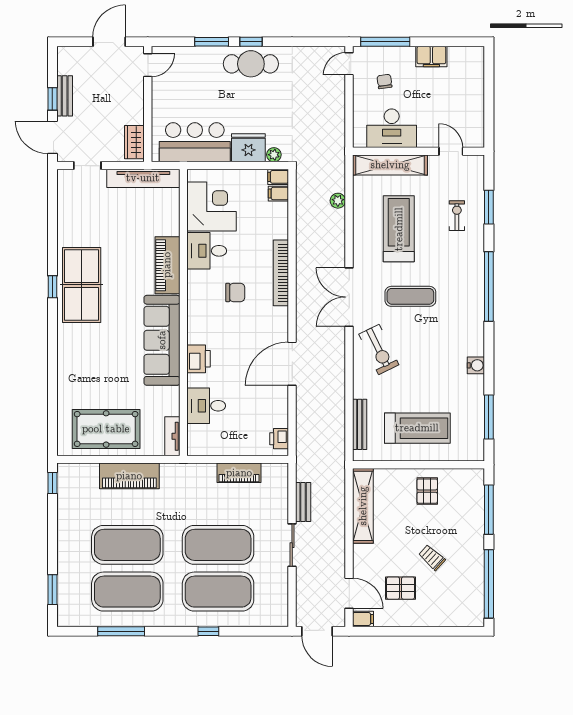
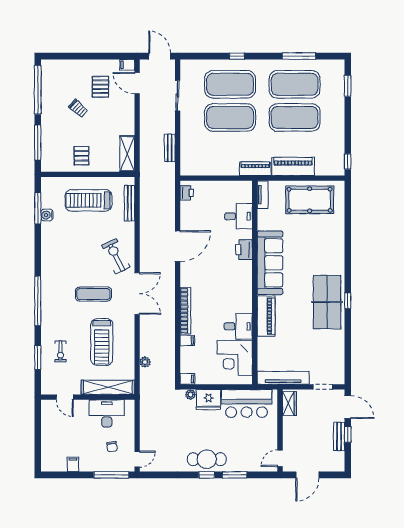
filing cabinet: (431, 57) -> (73, 464), width x0.50
filing cabinet: (278, 194) -> (187, 341), moved
chair: (235, 292) -> (218, 297), removed
water cooler: (476, 365) -> (47, 215), moved
piano: (239, 473) -> (255, 169), moved
shelving: (363, 506) -> (127, 154), width x0.68
sliding door: (292, 545) -> (178, 96), moved
pallet: (401, 588) -> (100, 87), turned 90

